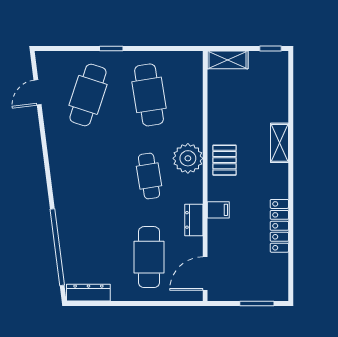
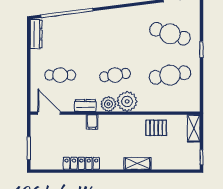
pallet: (224, 160) -> (156, 128), moved
plant: (192, 186) -> (108, 104), added
cafe table: (149, 257) -> (60, 75), width x0.73, depth x0.74

